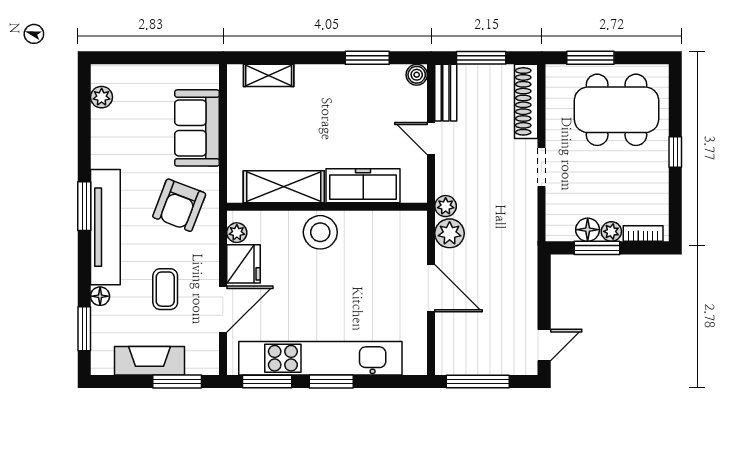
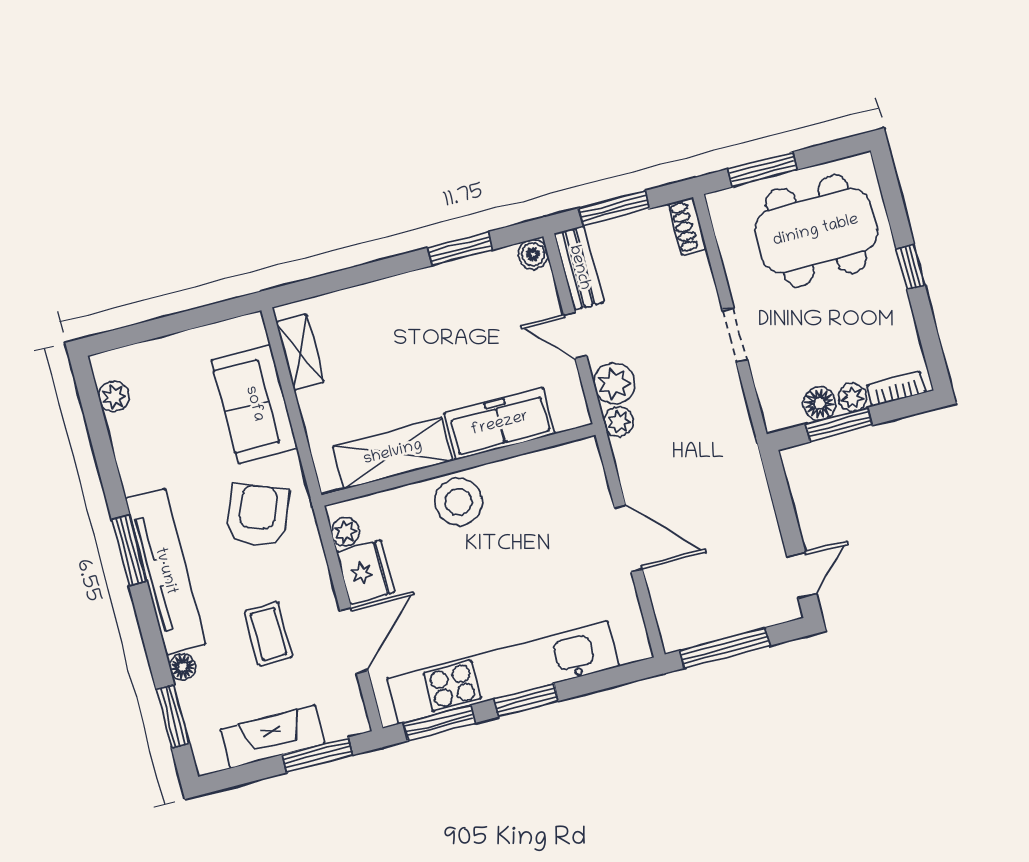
shelving: (269, 75) -> (300, 352), moved, turned 90
shoe rack: (526, 101) -> (687, 226), width x0.51, depth x0.81
armchair: (179, 205) -> (258, 515), turned 180
plant: (450, 233) -> (614, 384), moved

